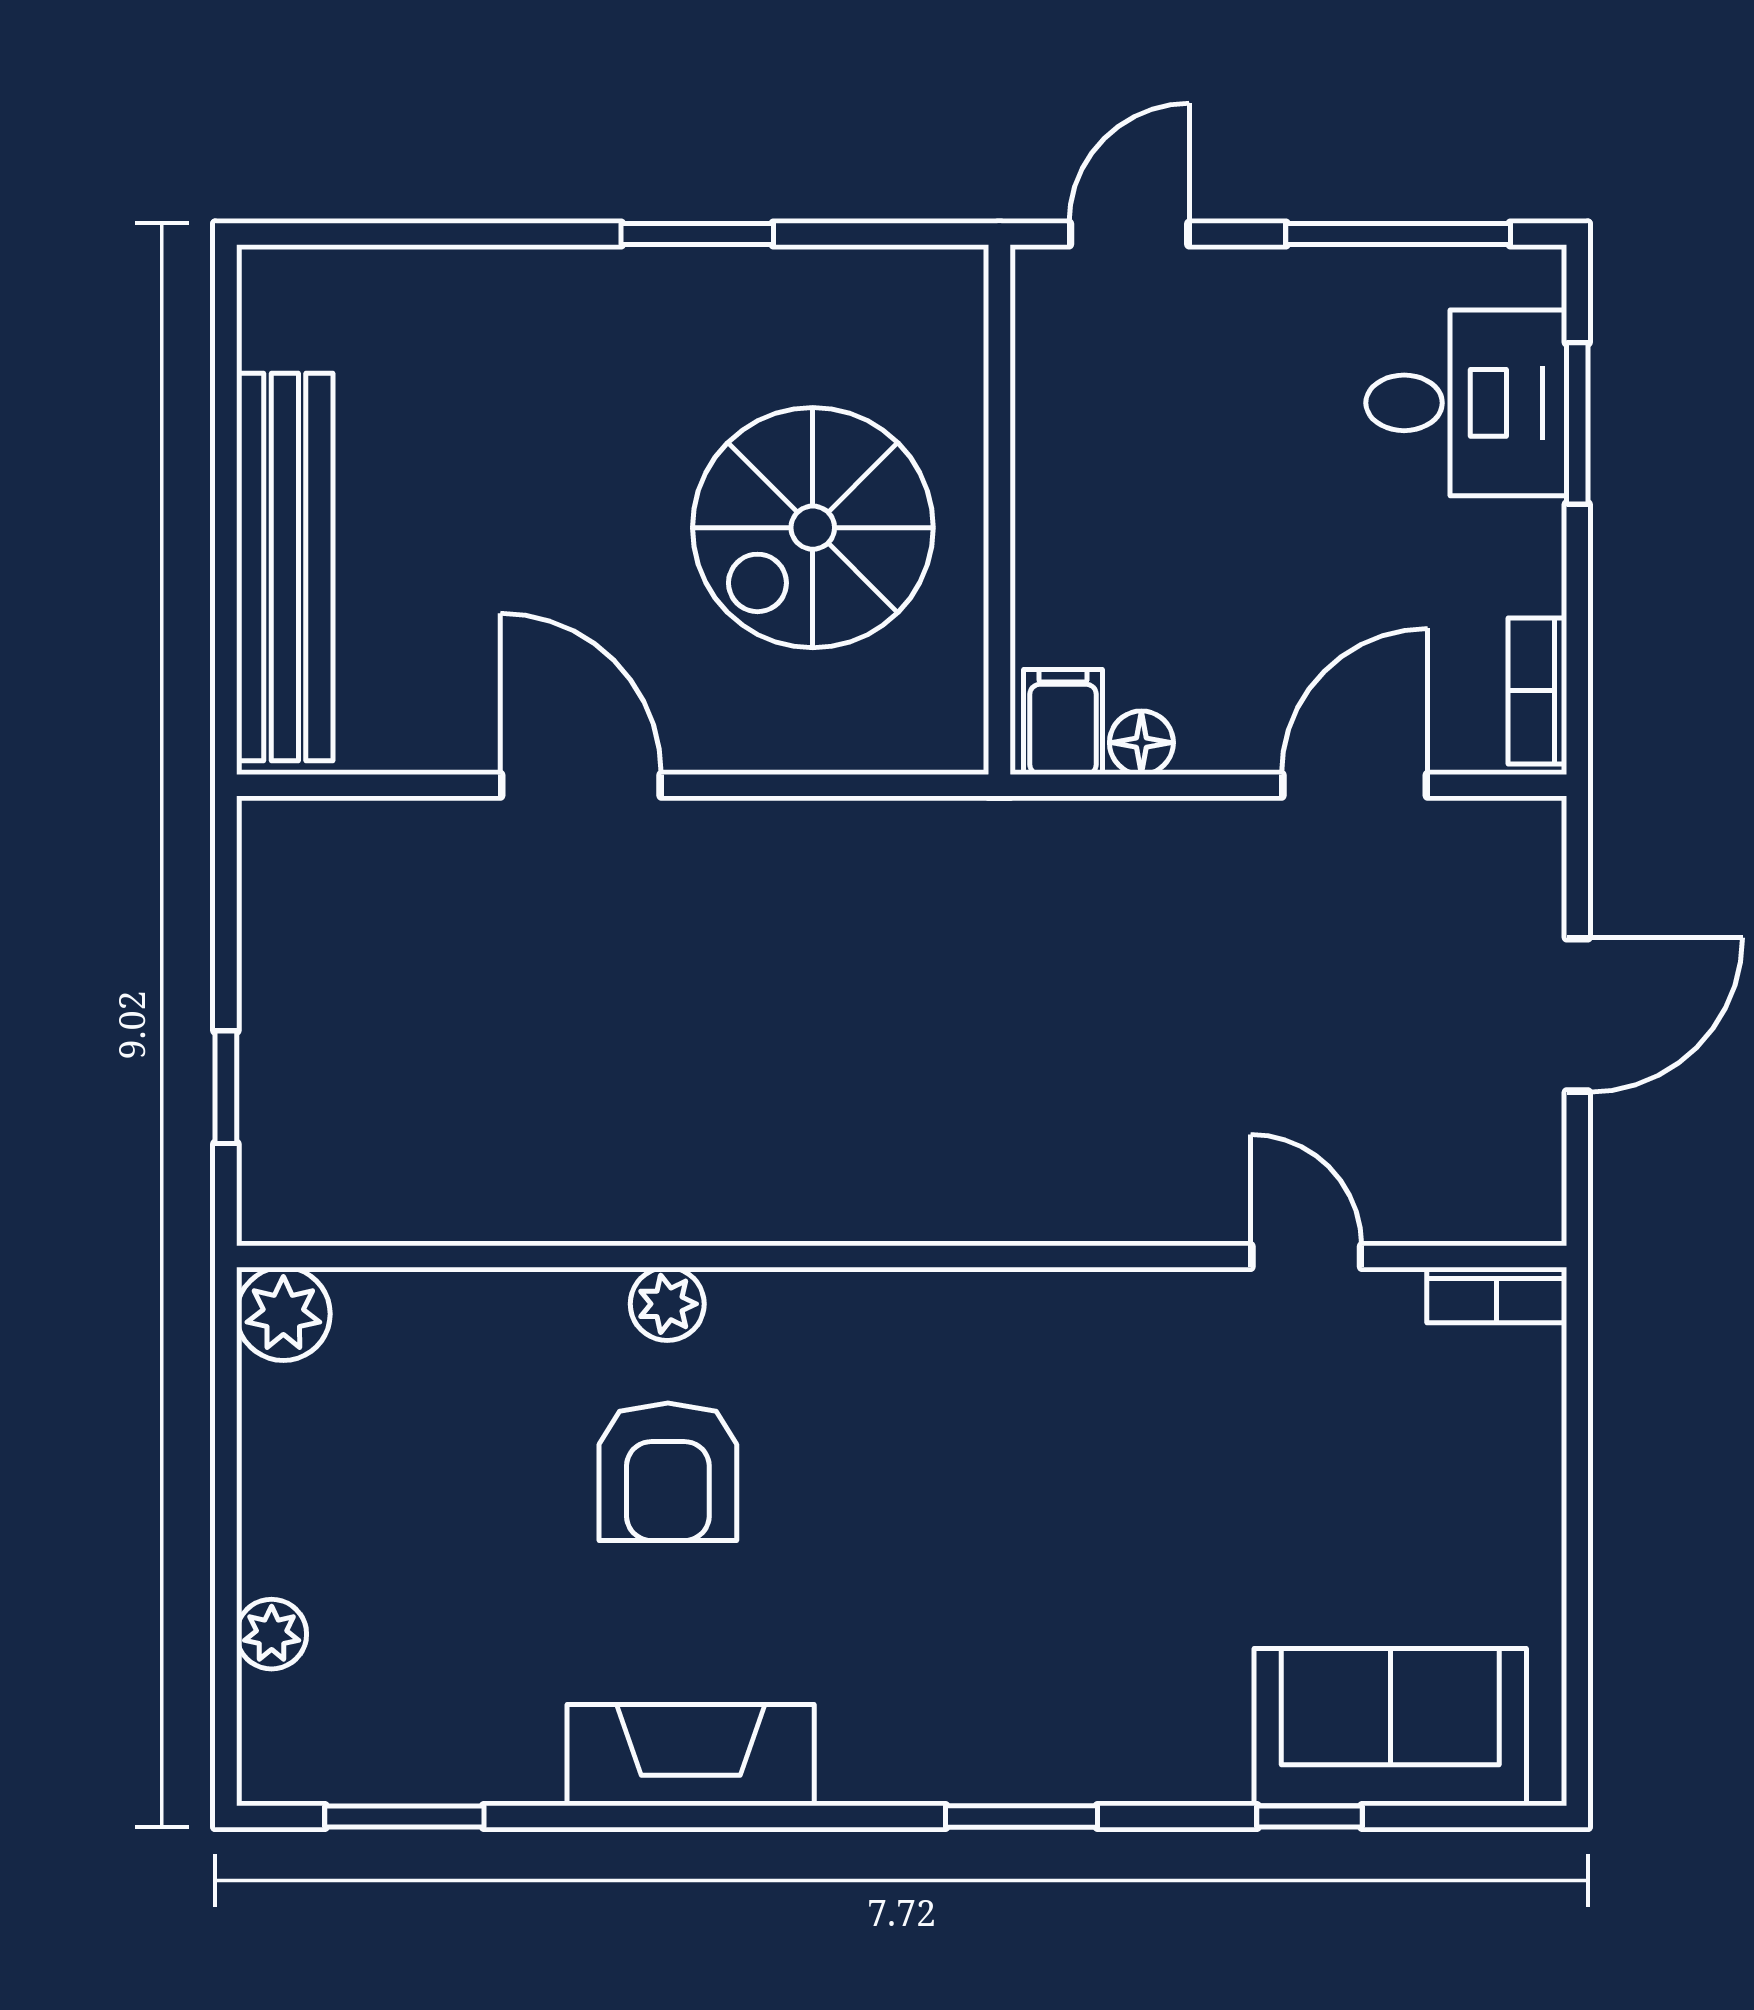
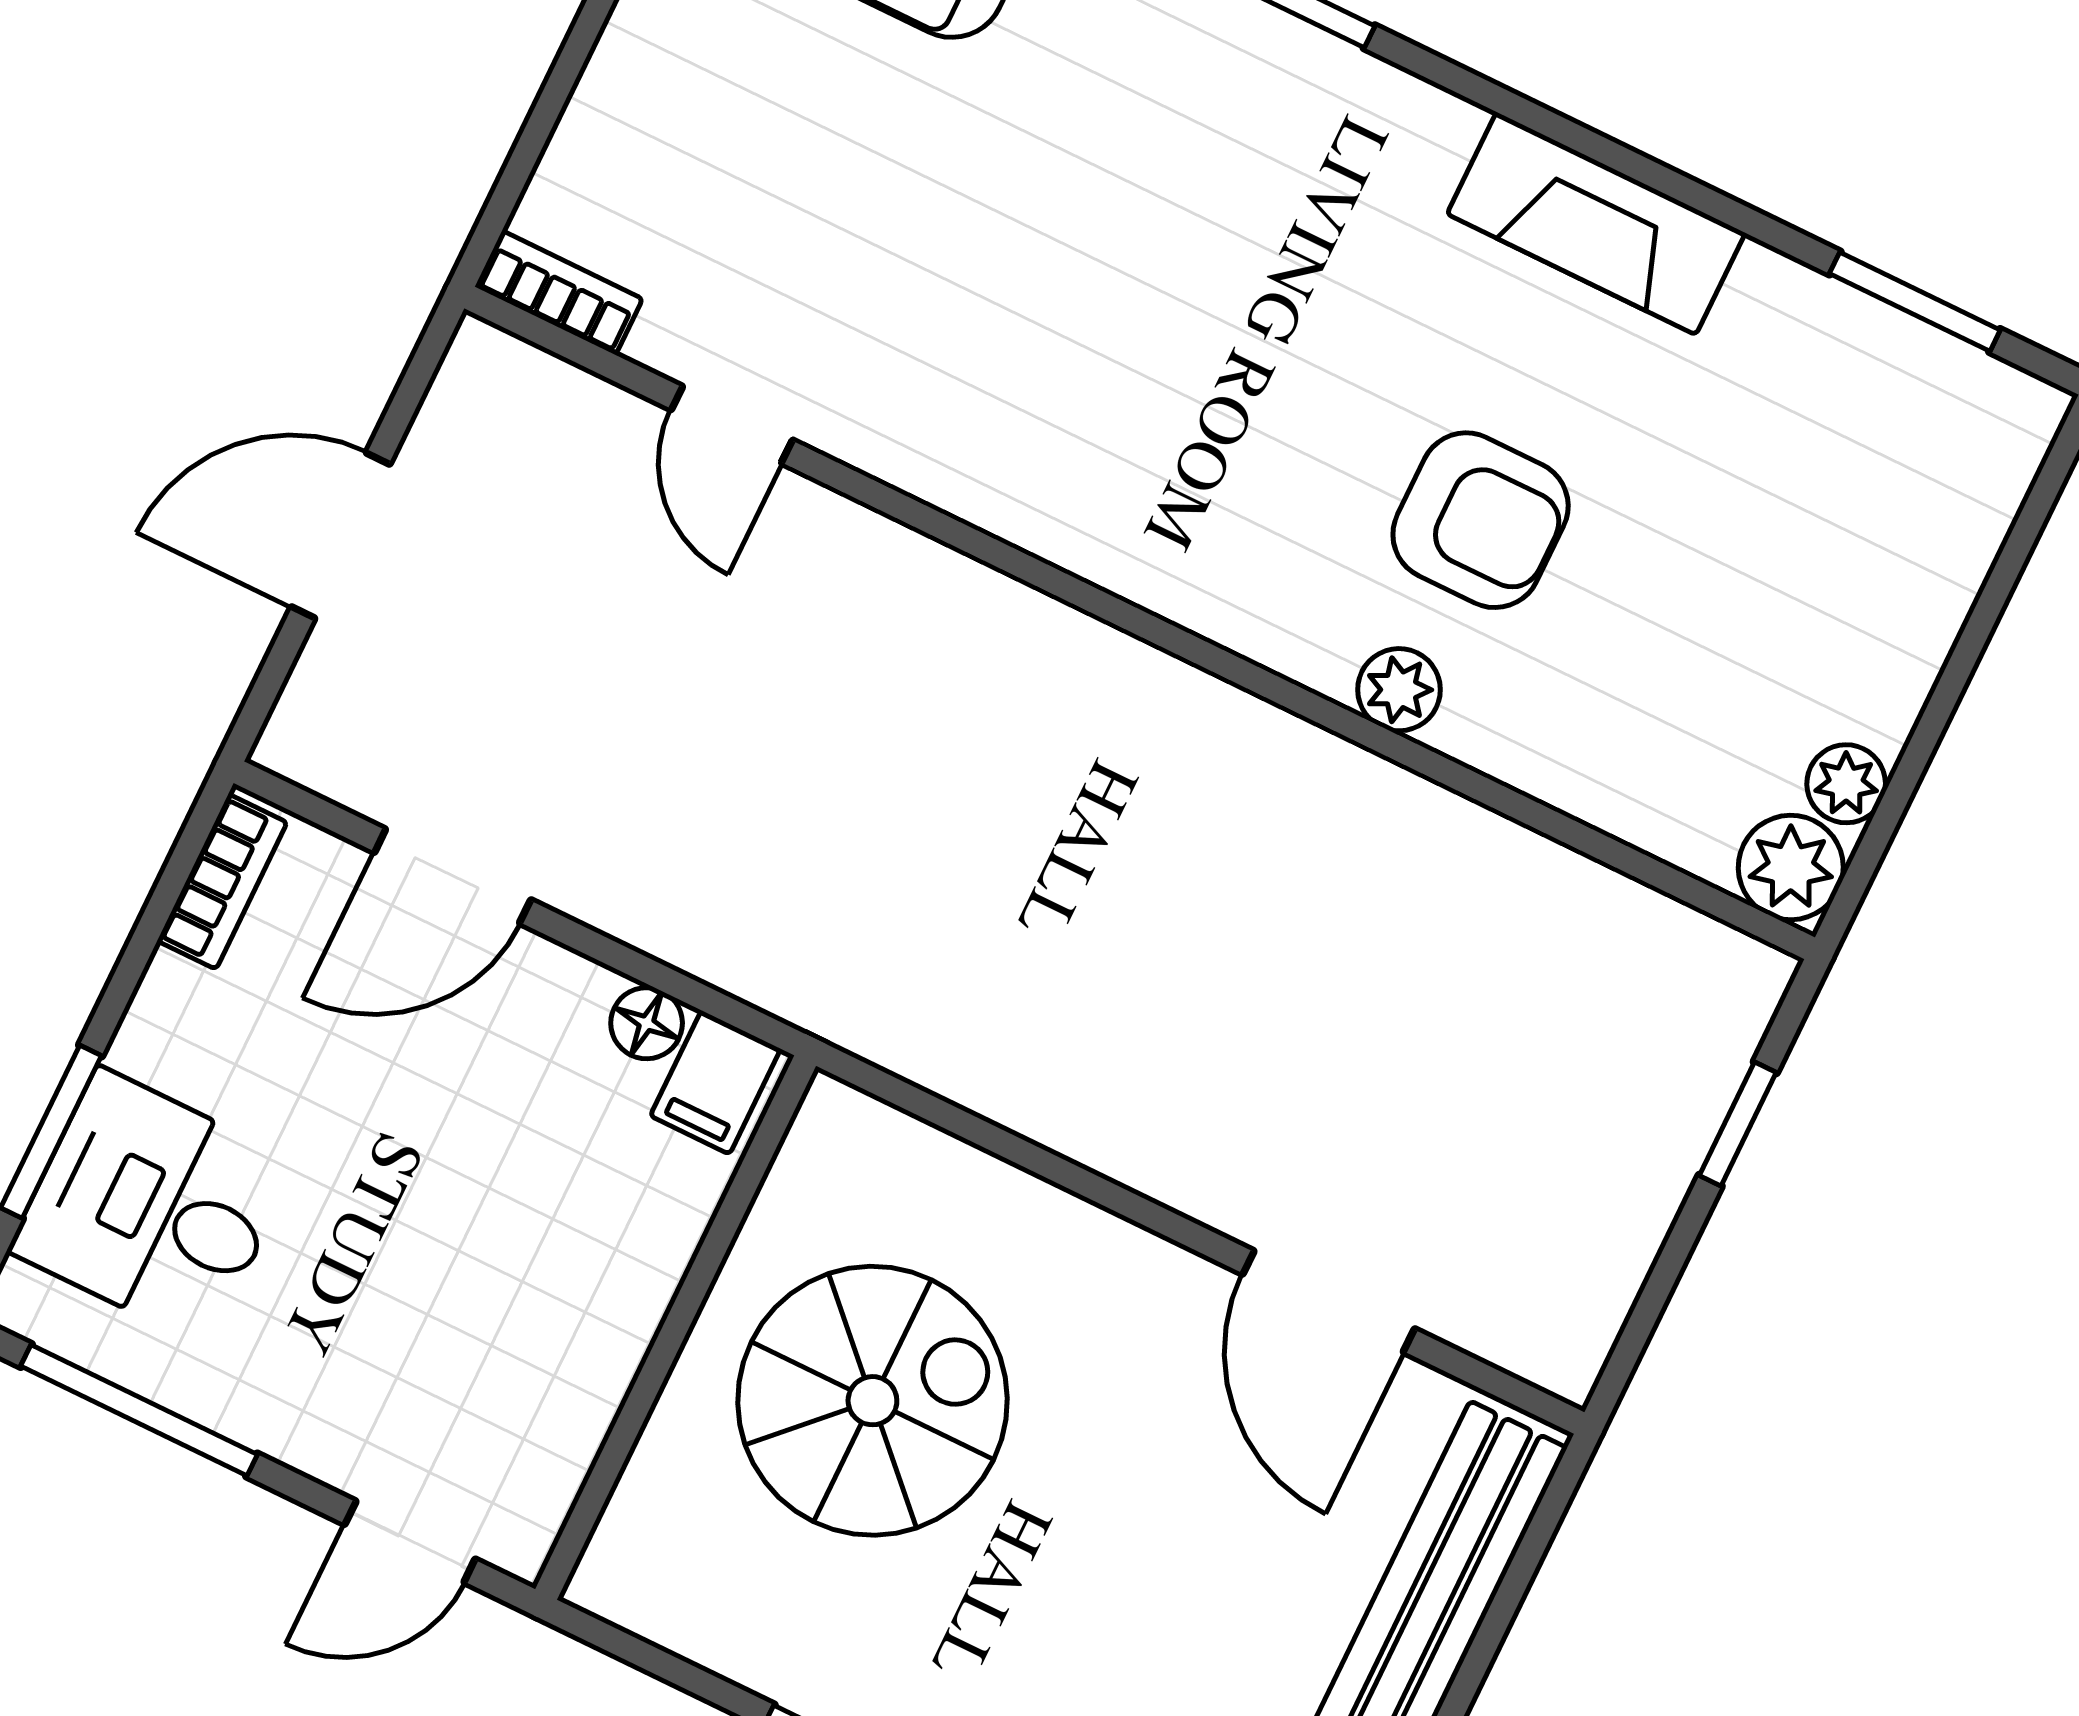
door: (581, 785) -> (1329, 1301), moved
armchair: (668, 1472) -> (1481, 520), turned 90
plant: (272, 1634) -> (1846, 784), moved

